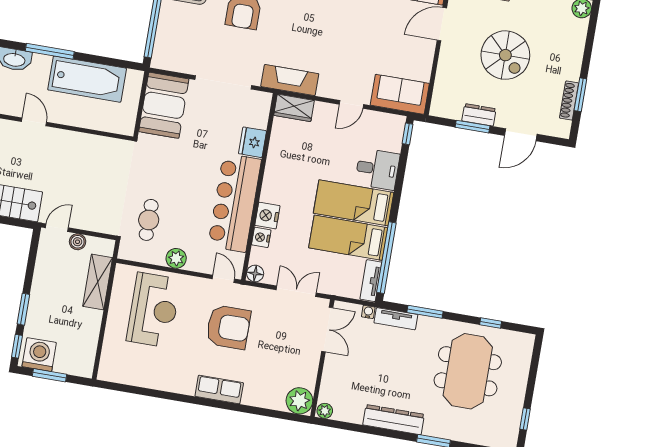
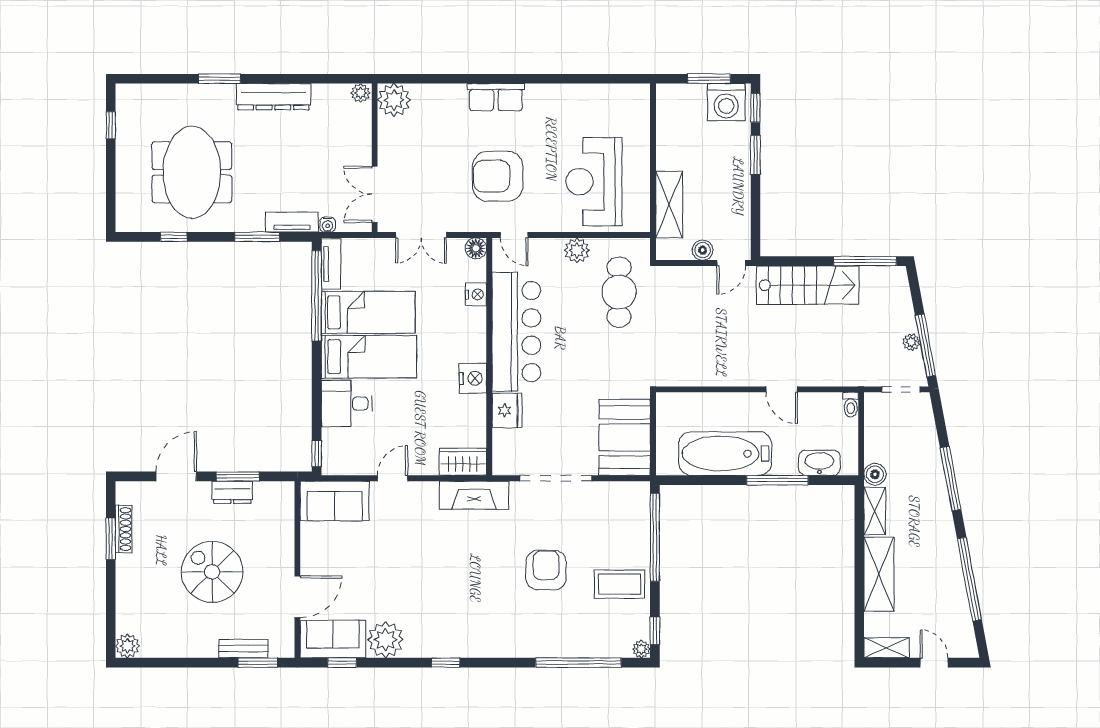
nightstand: (267, 216) -> (473, 378), moved
cafe table: (149, 220) -> (619, 292), width x1.37, depth x1.35

